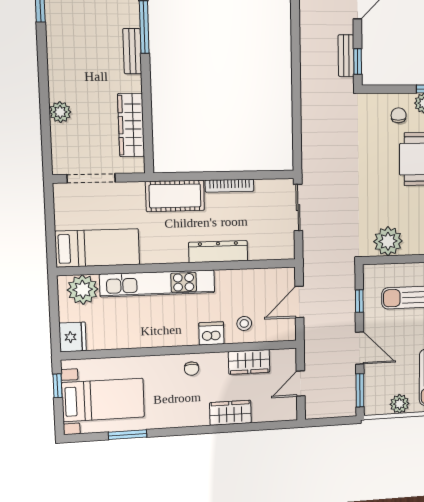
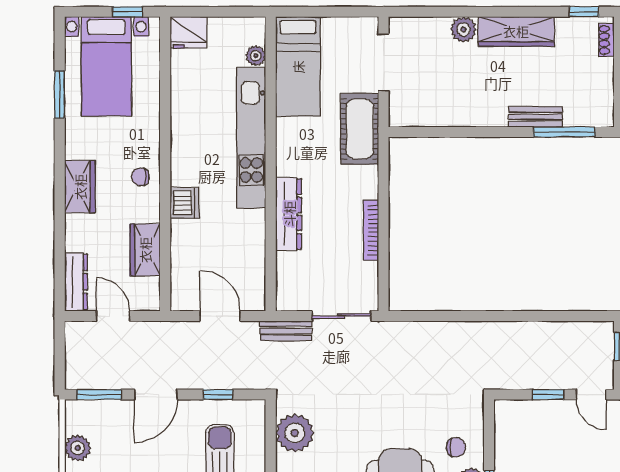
bench: (346, 56) -> (286, 331), moved
window: (358, 62) -> (548, 395), moved
wardrobe: (131, 125) -> (516, 31), moved, turned 180
cot: (175, 196) -> (360, 129), moved
plant: (83, 290) -> (256, 56), width x0.53, depth x0.53
stool: (244, 323) -> (195, 245), removed
wardrobe: (230, 413) -> (80, 187), moved
dresser: (275, 413) -> (76, 282), added

